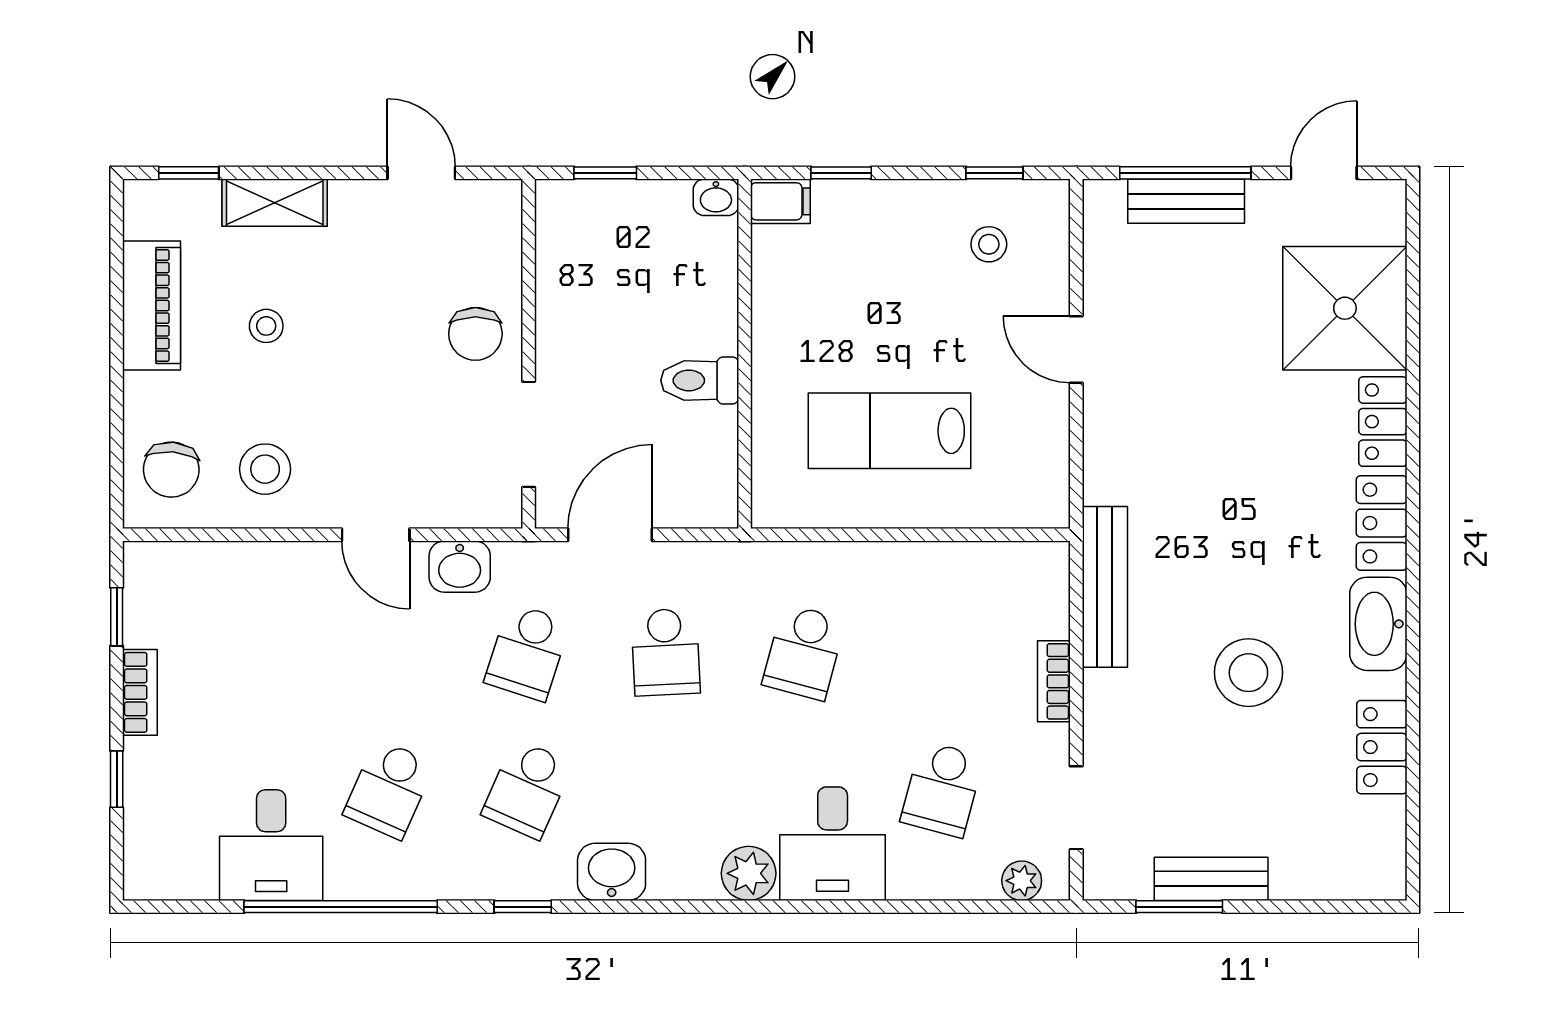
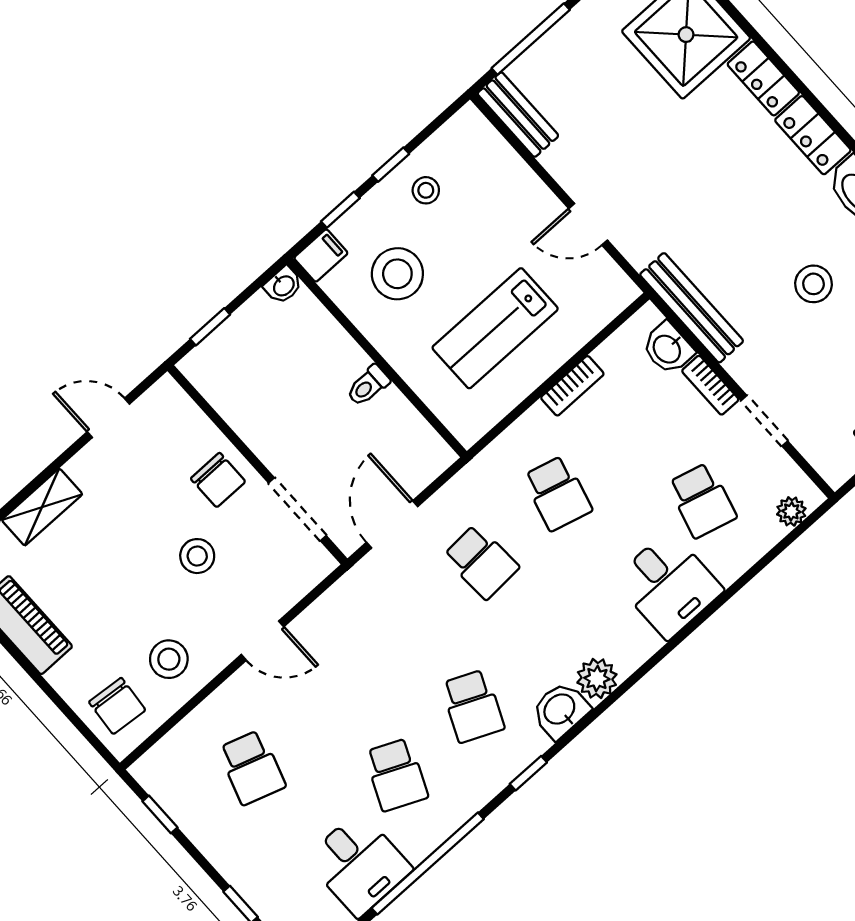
window: (994, 173) -> (391, 165), moved
bench: (1186, 201) -> (518, 115), moved, turned 90
stool: (989, 244) -> (426, 190), moved
stool: (841, 288) -> (397, 274), added
stool: (266, 326) -> (197, 556), moved, width x1.37, depth x1.37
door: (1076, 349) -> (588, 224), moved
toilet: (700, 380) -> (368, 386), width x0.73, depth x0.72
washbasin: (460, 567) -> (668, 348), moved, turned 90
school desk: (527, 652) -> (252, 767), moved
stool: (1248, 673) -> (813, 284), width x0.73, depth x0.73
bookcase: (140, 692) -> (572, 386), moved, turned 90
doorway: (1076, 808) -> (764, 421), moved
plant: (749, 873) -> (597, 678), moved

